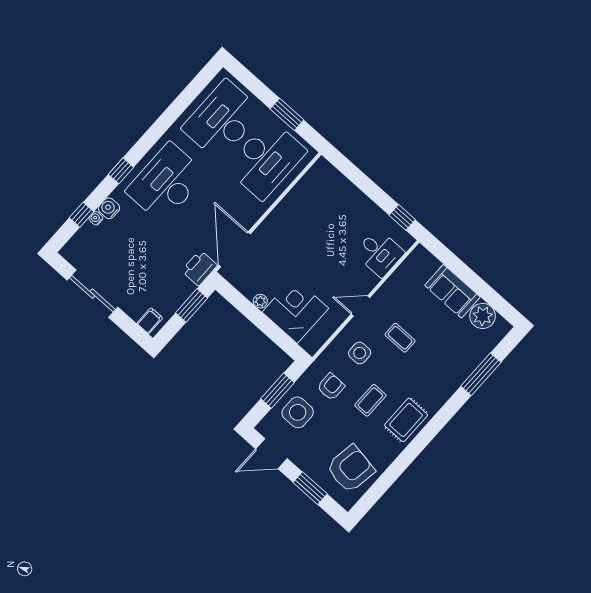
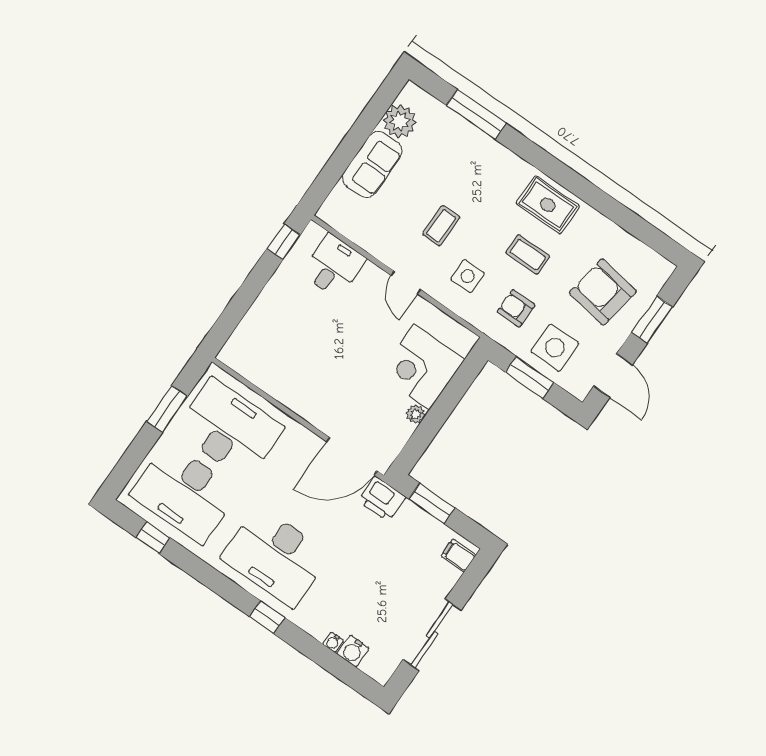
water cooler: (109, 208) -> (353, 651), moved
window: (82, 215) -> (153, 537), moved
armchair: (351, 469) -> (603, 292), moved

